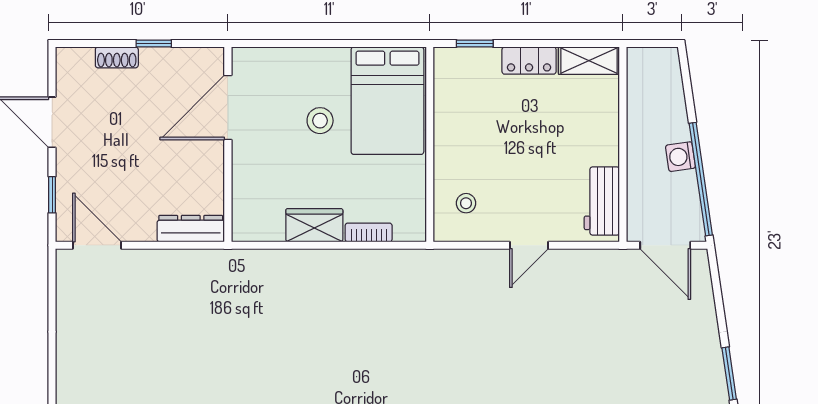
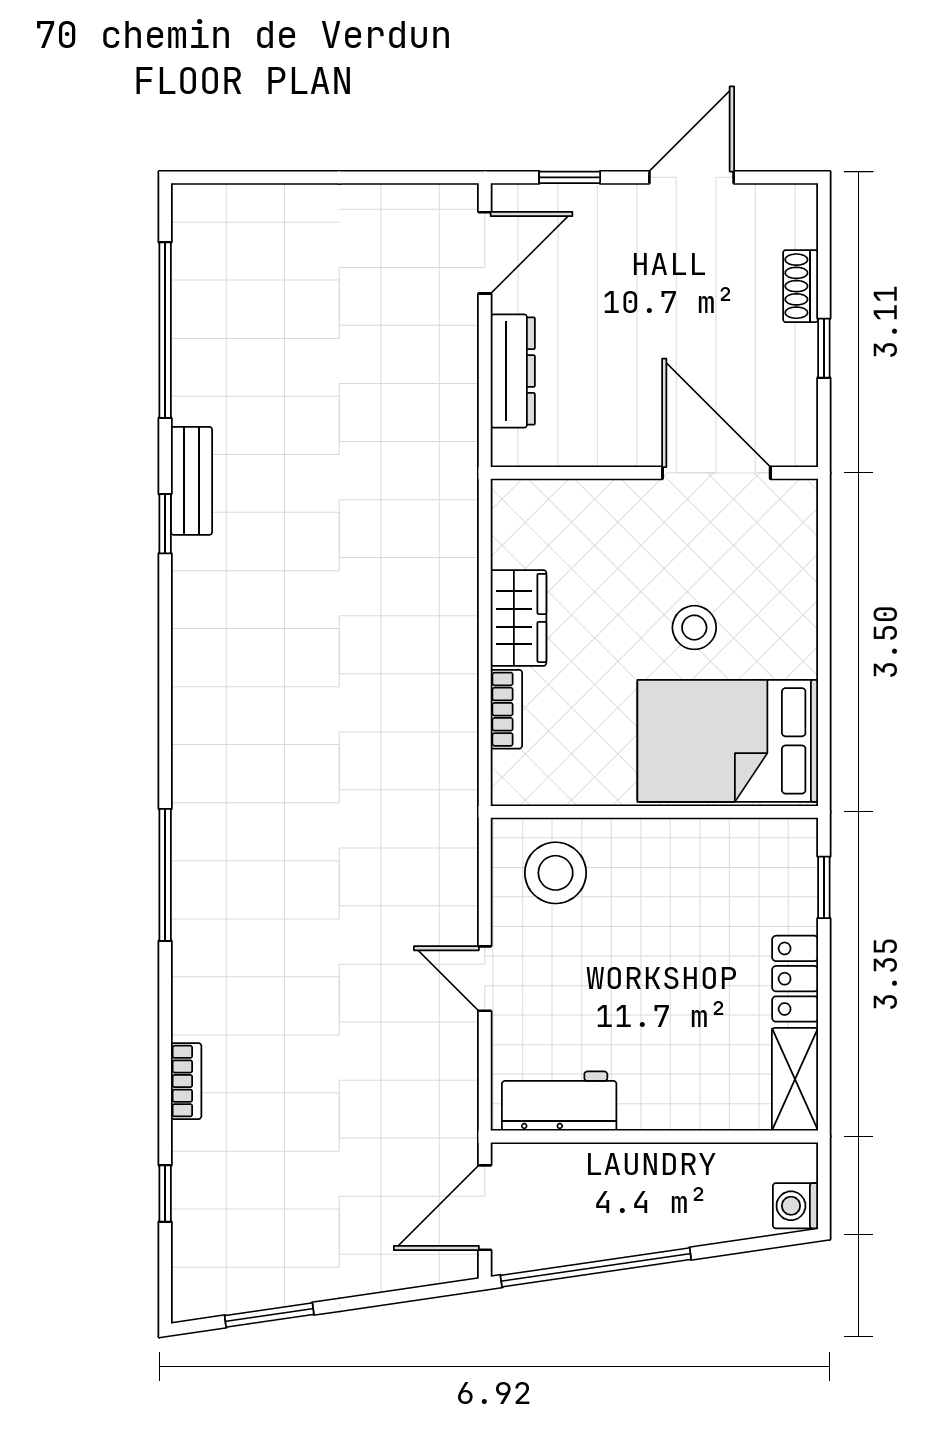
washing machine: (680, 157) -> (795, 1206), moved, turned -82
stool: (466, 203) -> (556, 873), width x1.89, depth x1.89
dresser: (191, 229) -> (513, 371), moved

